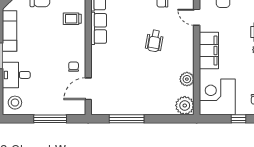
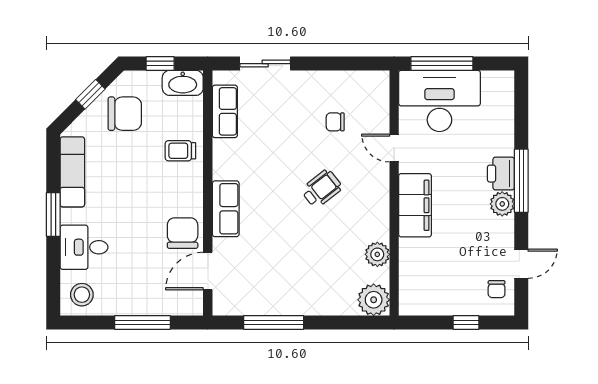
row of seats: (99, 28) -> (226, 209), moved
wheelchair: (154, 41) -> (322, 189), turned -138
chair: (74, 67) -> (183, 233), width x1.87, depth x1.87
corner desk: (217, 97) -> (429, 285), removed

